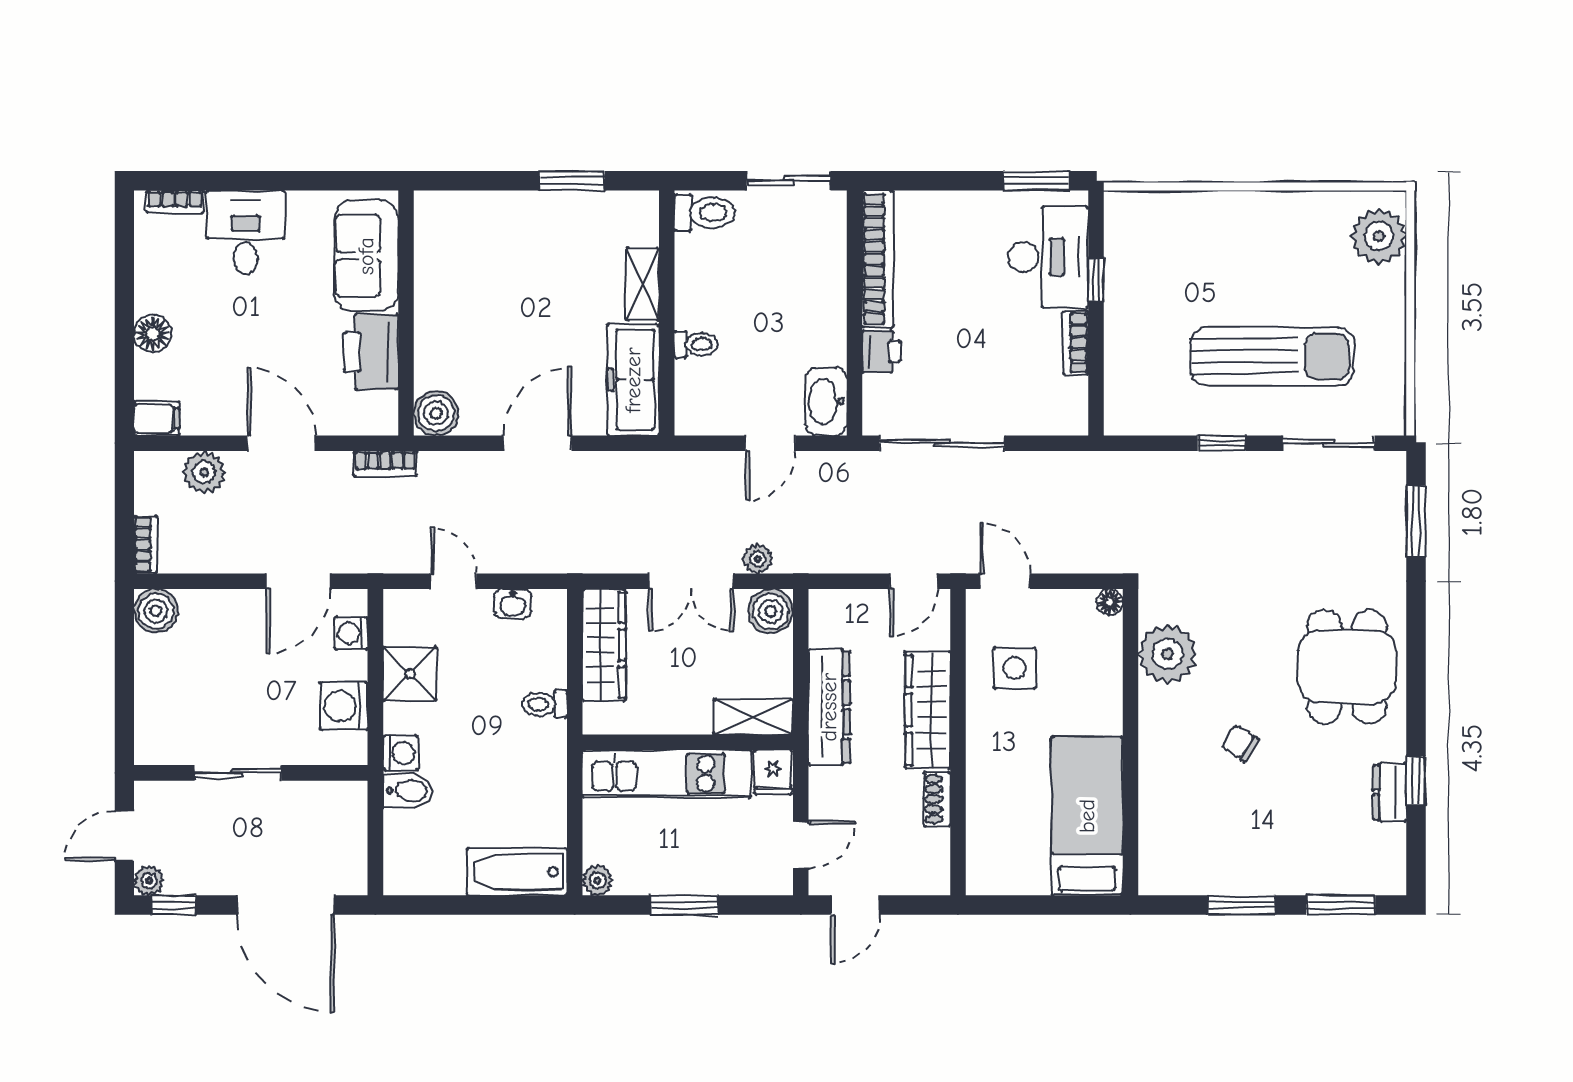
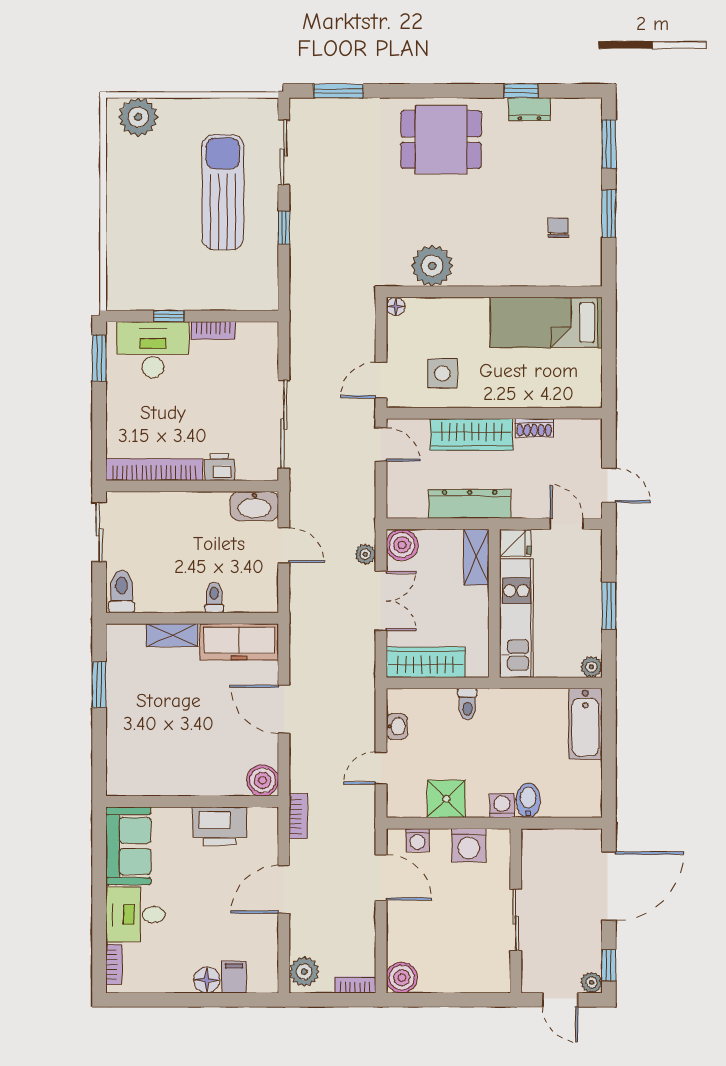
sofa: (366, 256) -> (128, 846), moved, turned -90
filing cabinet: (157, 419) -> (234, 977), moved
plant: (204, 472) -> (304, 972), moved
chair: (1240, 743) -> (558, 228), moved, turned 148

